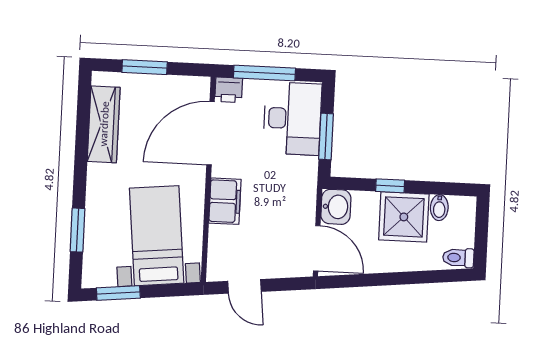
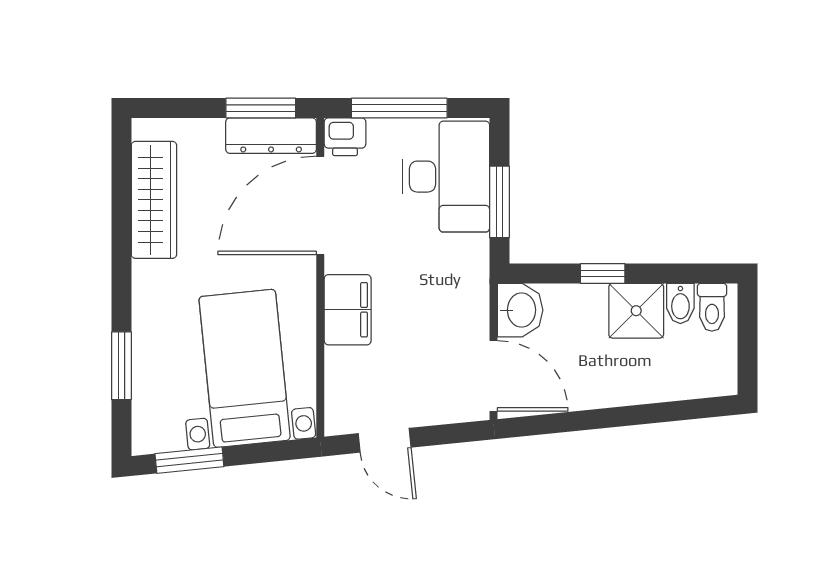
window: (145, 67) -> (261, 108), moved
dresser: (181, 87) -> (271, 136), added
shower: (404, 217) -> (636, 311), width x0.73, depth x0.73
toilet: (458, 258) -> (712, 307), moved, turned -90

